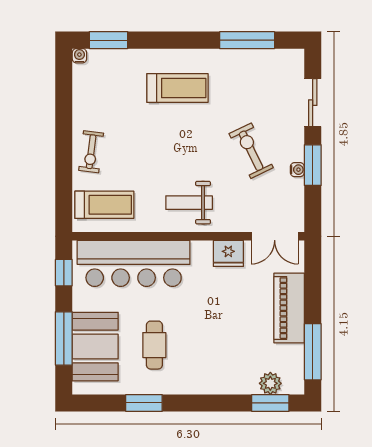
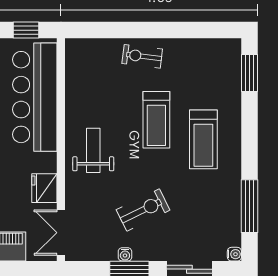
water cooler: (79, 56) -> (234, 254), moved
treadmill: (104, 205) -> (156, 120), moved

